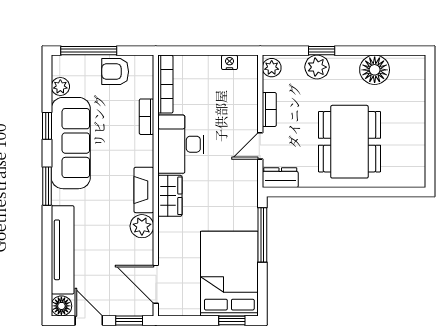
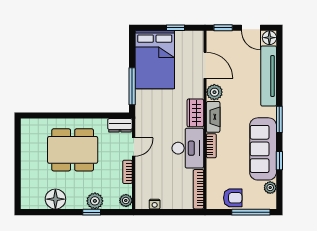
bookcase: (146, 117) -> (211, 146), moved
dining table: (349, 142) -> (73, 150), turned 90
door: (156, 284) -> (205, 65), moved
window: (232, 320) -> (175, 28), moved

